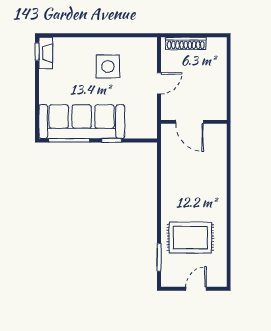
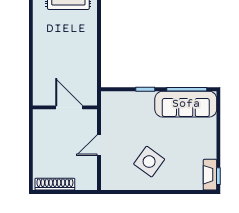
shoe rack: (186, 43) -> (55, 184), moved
side table: (108, 66) -> (149, 162), turned 36
sofa: (82, 122) -> (186, 104), width x0.74, depth x0.79

